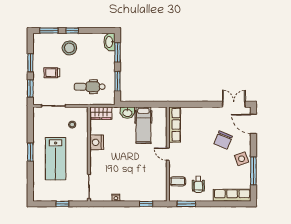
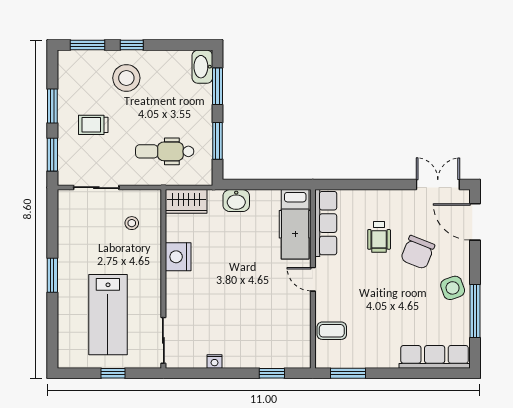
hospital bed: (143, 125) -> (295, 224), moved
lab bench: (56, 159) -> (108, 315), moved
wheelchair: (198, 184) -> (379, 237), moved

